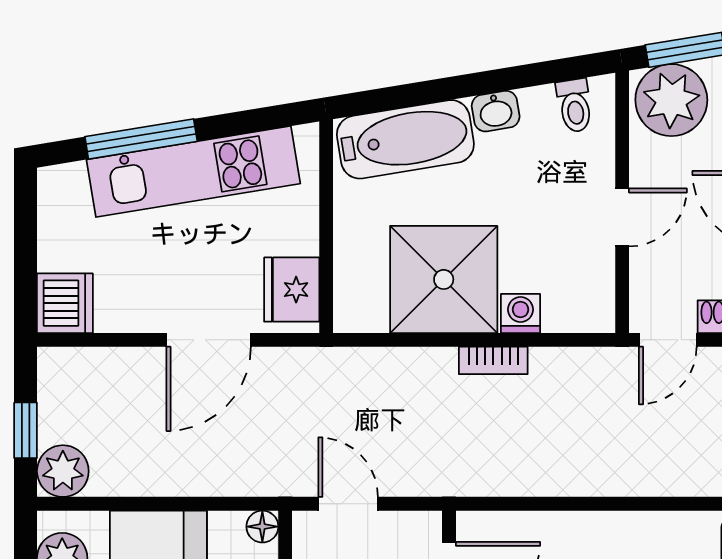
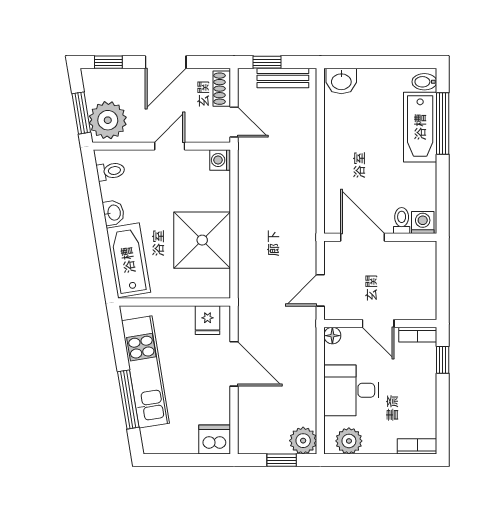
door: (622, 217) -> (170, 146), hinge flipped
fridge: (292, 290) -> (208, 320), width x0.72
washing machine: (521, 313) -> (220, 160), moved
bookcase: (493, 360) -> (245, 214), removed

